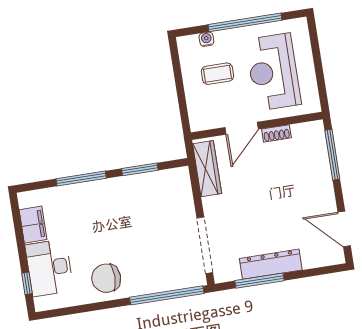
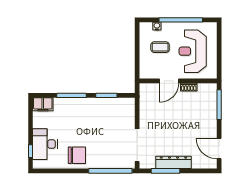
wardrobe: (207, 169) -> (145, 101), removed
filing cabinet: (33, 225) -> (43, 104), moved, turned 90
chair: (106, 278) -> (77, 155), turned 180

